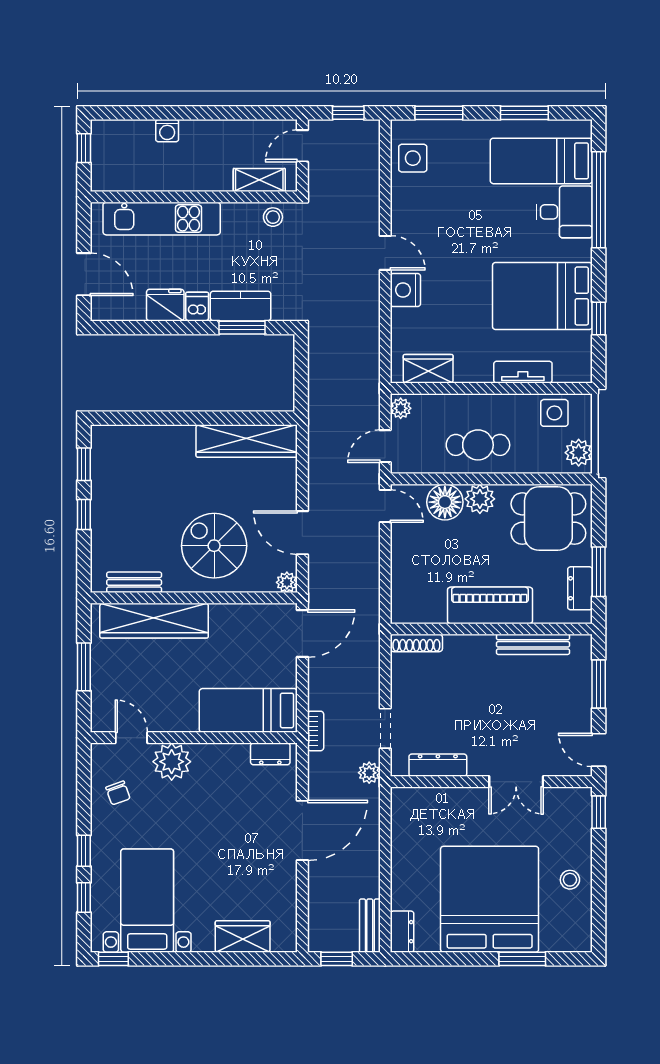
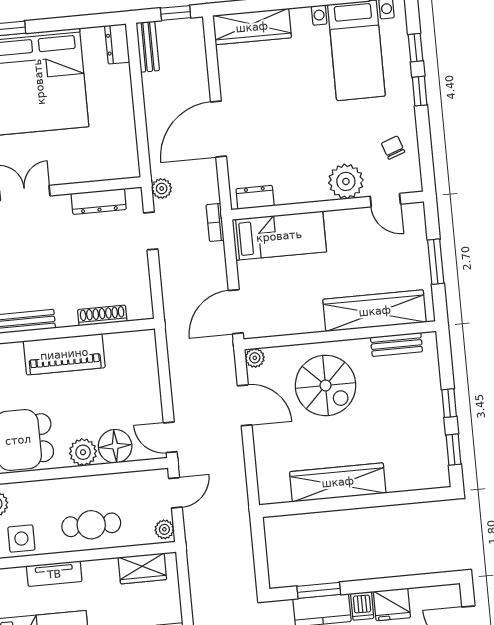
wardrobe: (247, 441) -> (338, 482), moved
cafe table: (478, 445) -> (91, 525), moved
shoe rack: (416, 643) -> (102, 316), moved
wardrobe: (243, 937) -> (252, 27), width x1.50

